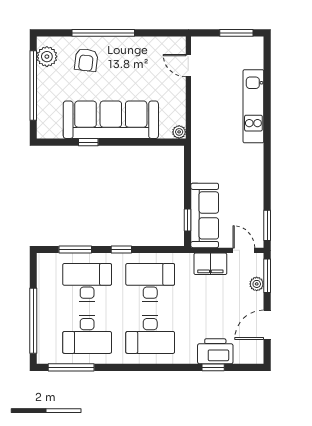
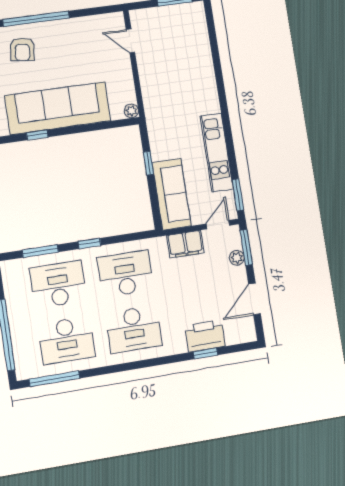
kitchen unit: (253, 106) -> (217, 152), moved
window: (187, 220) -> (148, 163), moved
door: (244, 250) -> (218, 225), hinge flipped

